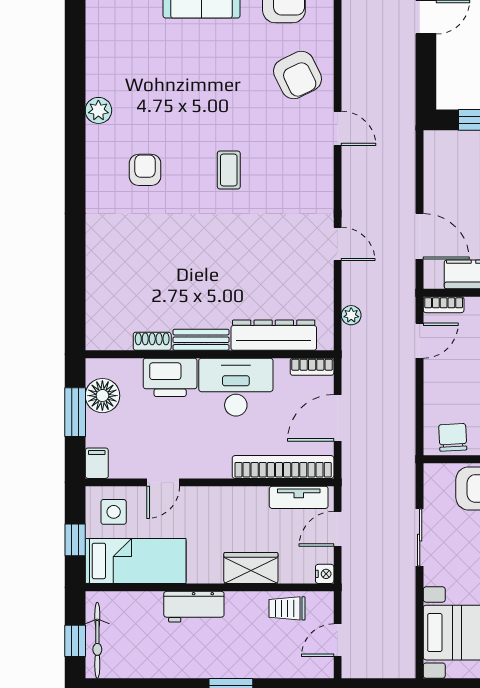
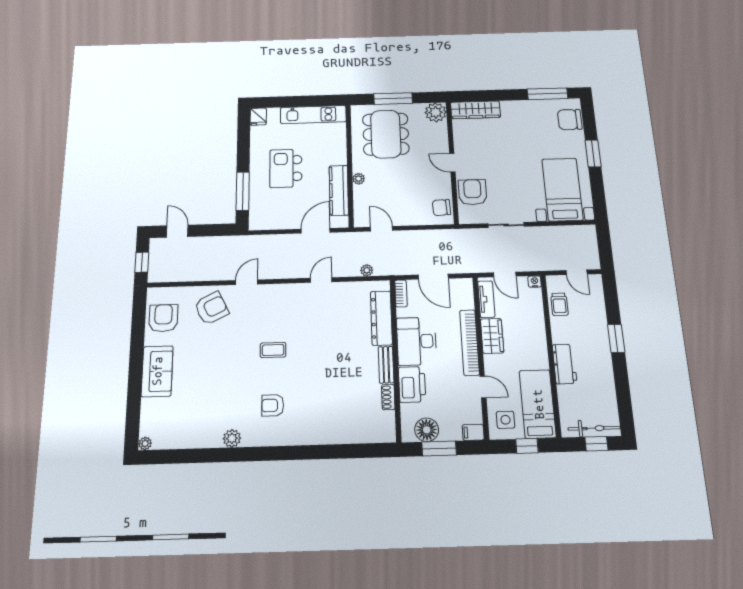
bookcase: (444, 305) -> (358, 215), removed
bookcase: (283, 467) -> (469, 342), moved
wardrobe: (251, 568) -> (492, 336), moved, turned 180

